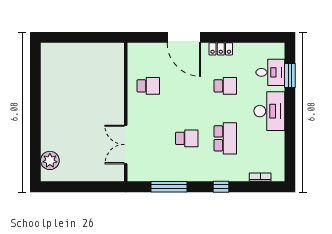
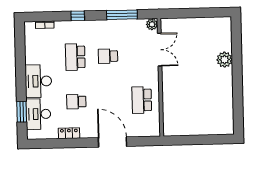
locker: (221, 49) -> (69, 133), moved
desk: (270, 72) -> (38, 114), width x1.37
school desk: (148, 86) -> (142, 100), width x1.85
plant: (50, 160) -> (224, 60), moved
plant: (134, 175) -> (152, 24), added

